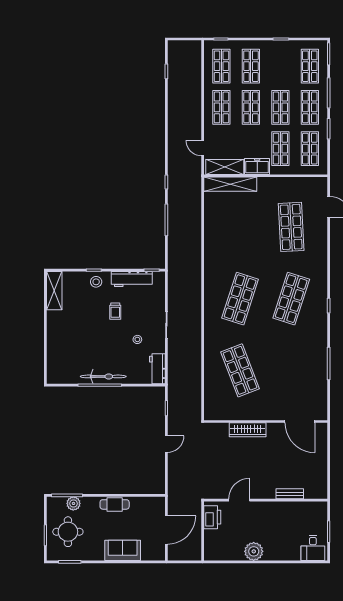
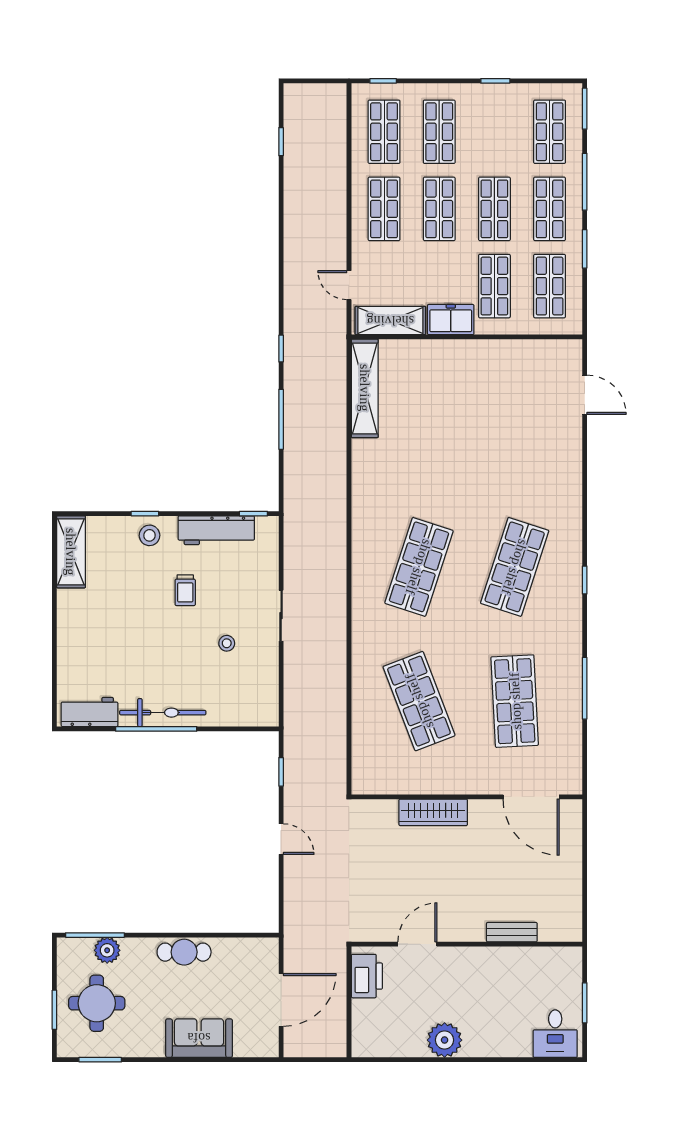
shelving: (230, 184) -> (365, 388), moved, turned 90
shop shelf: (291, 227) -> (515, 701), moved
workbench: (157, 369) -> (90, 712), moved, turned 90
door: (166, 444) -> (281, 839), hinge flipped

